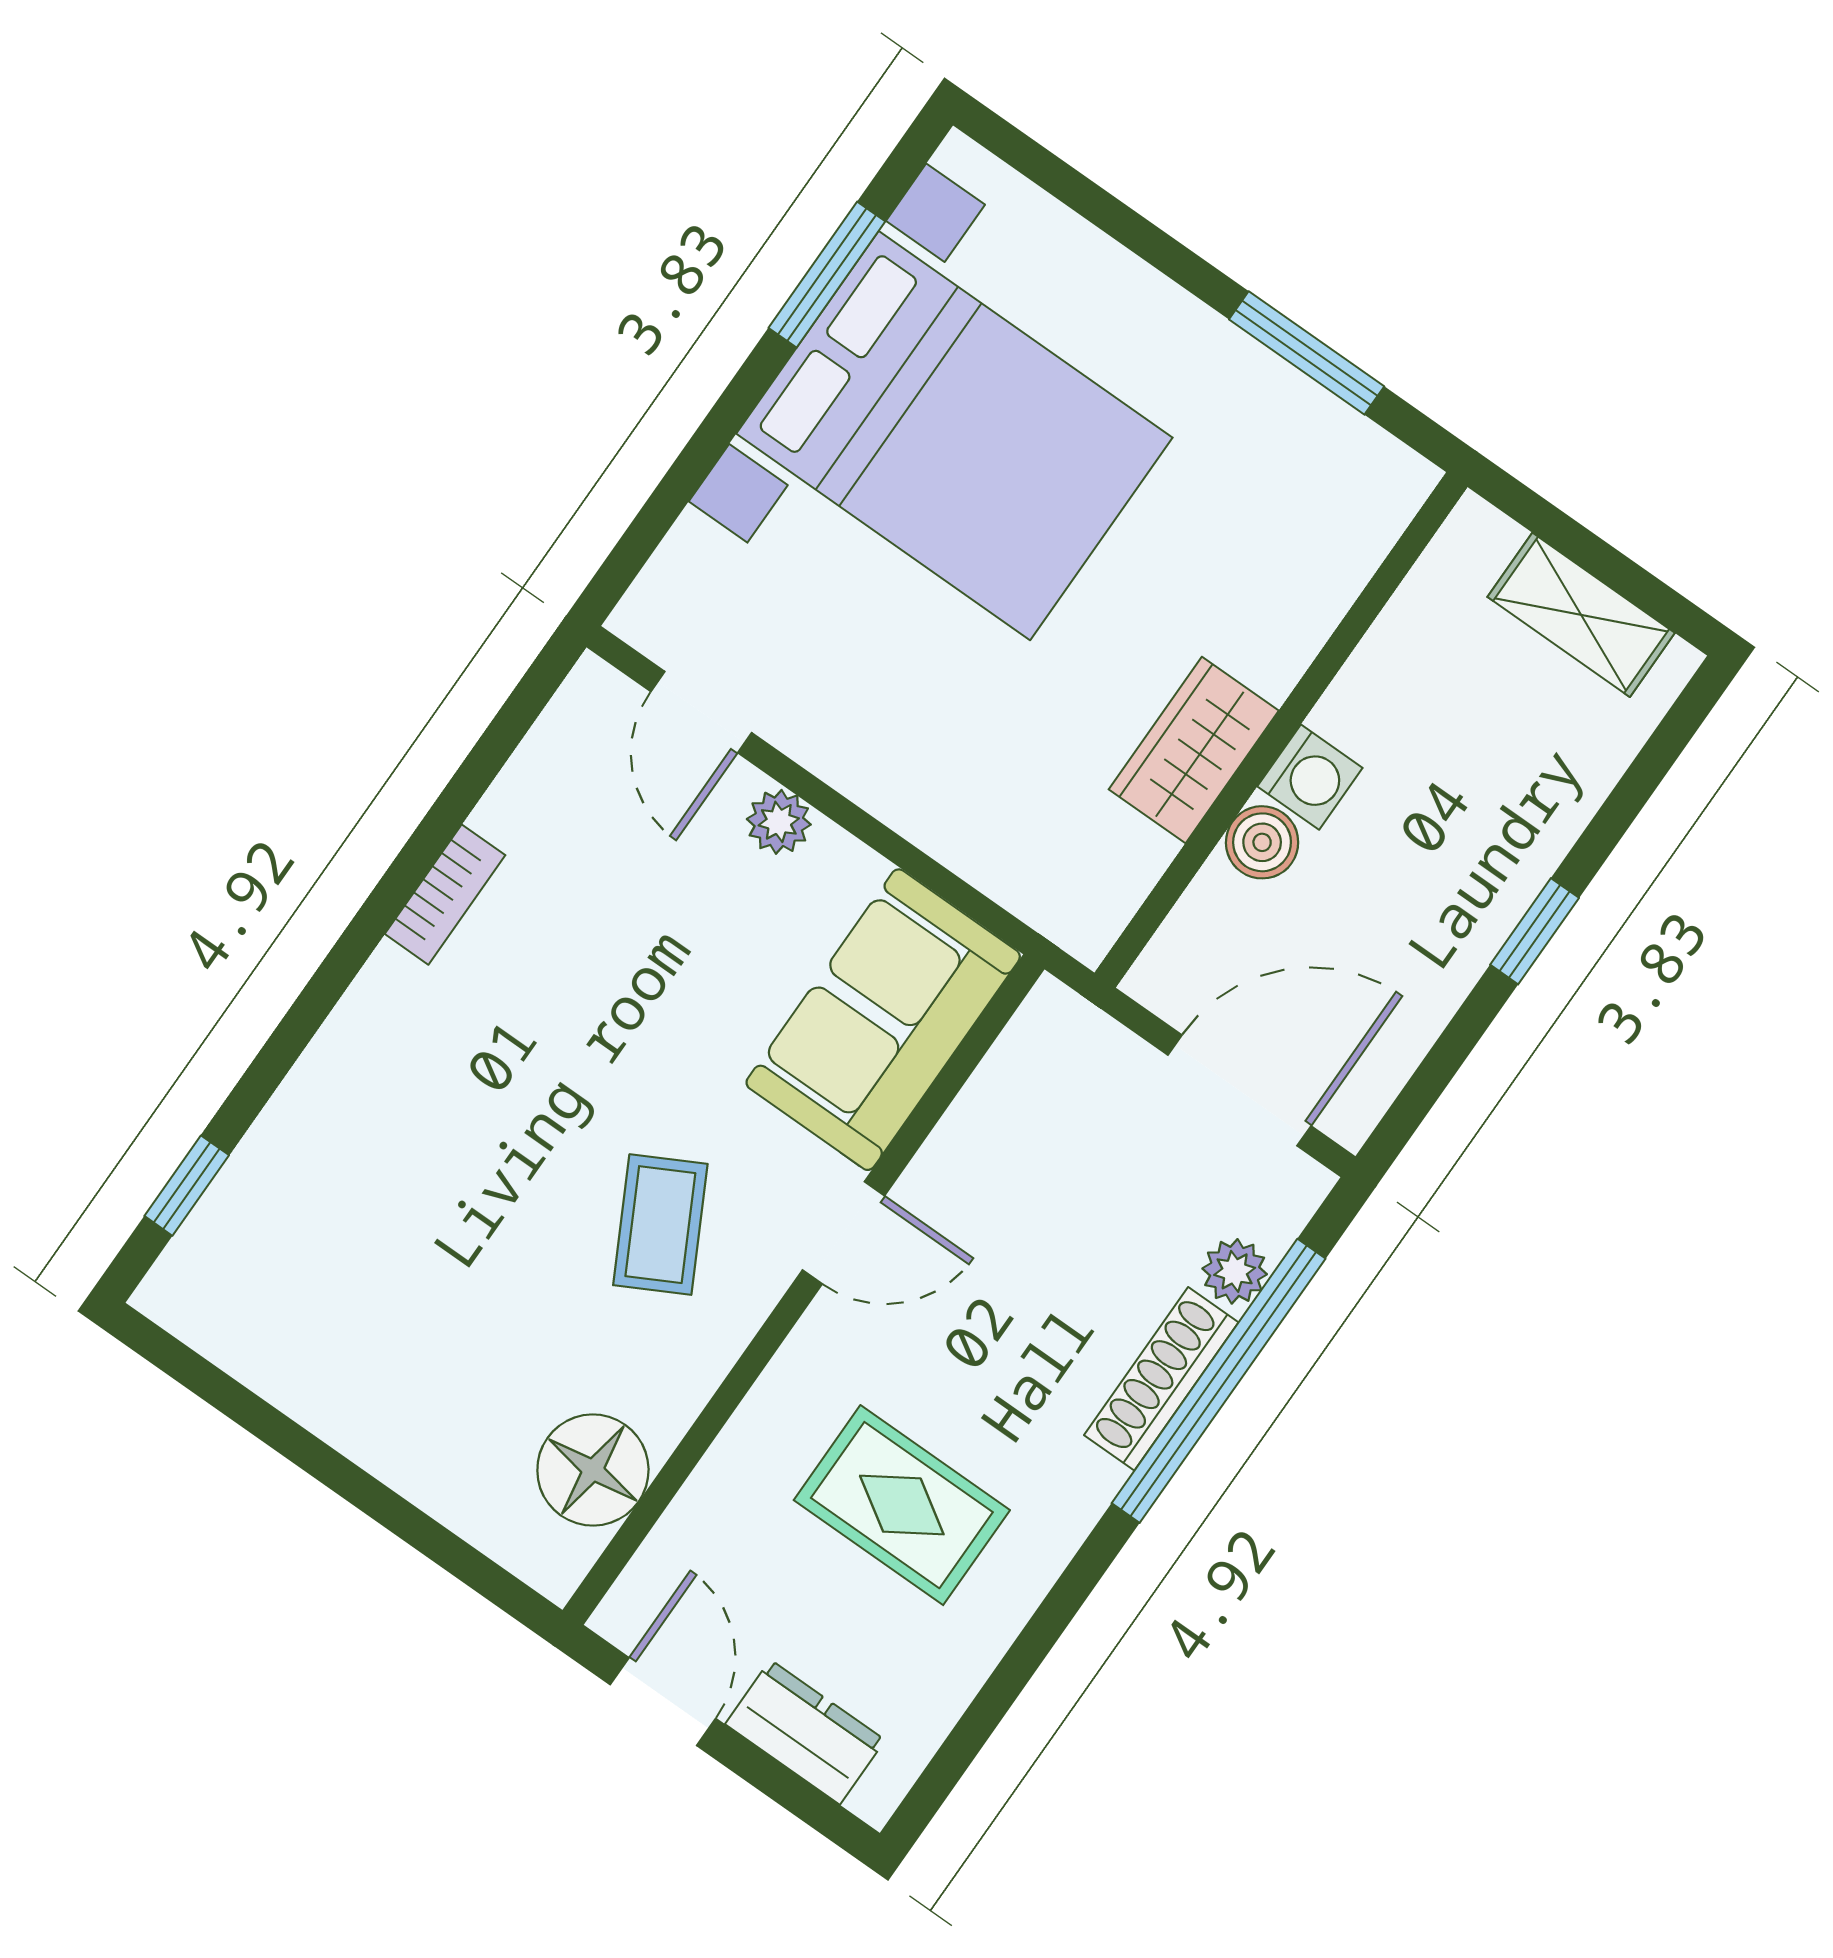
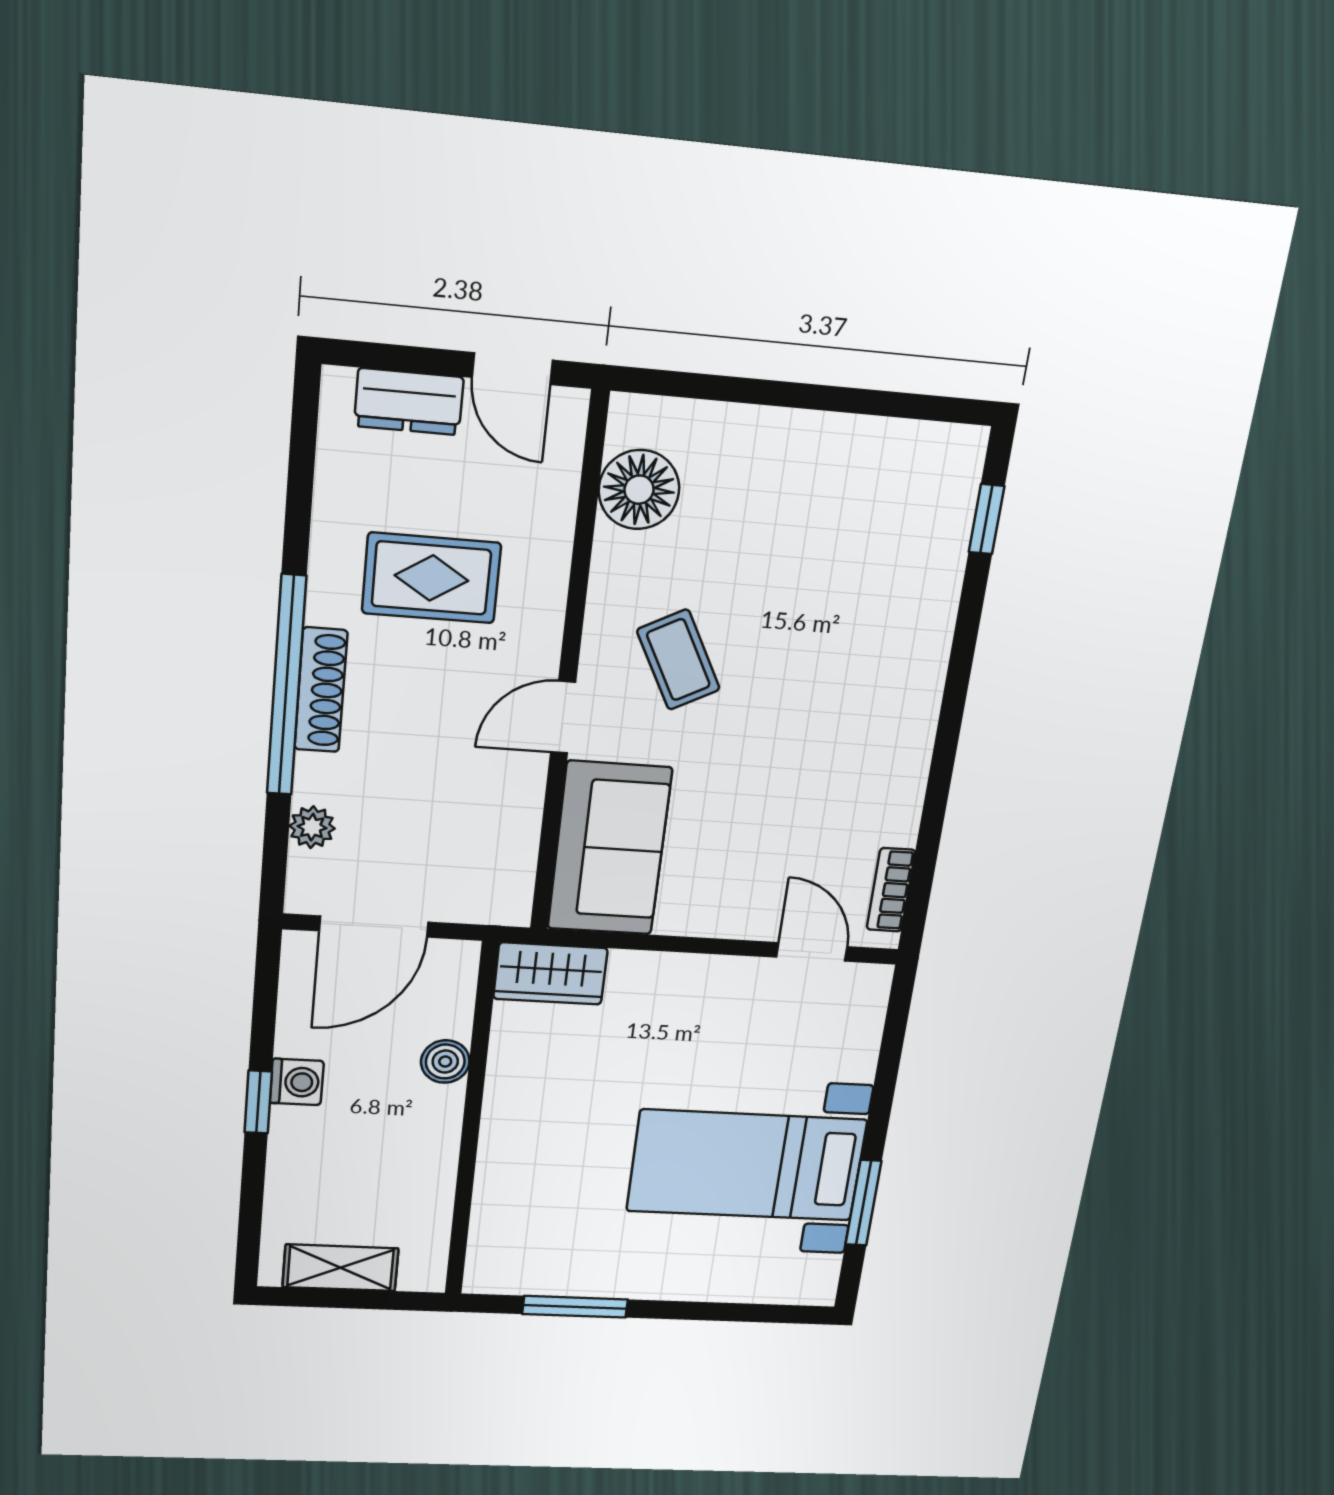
bed with nightstands: (954, 436) -> (747, 1165), width x0.73
wardrobe: (1194, 750) -> (550, 974), moved, turned 90
washing machine: (1310, 777) -> (297, 1082), moved, turned 180
plant: (779, 822) -> (734, 920), removed
bookcase: (445, 895) -> (891, 890), moved
shoe rack: (1161, 1379) -> (321, 690), moved
window: (1219, 1381) -> (286, 686), moved

